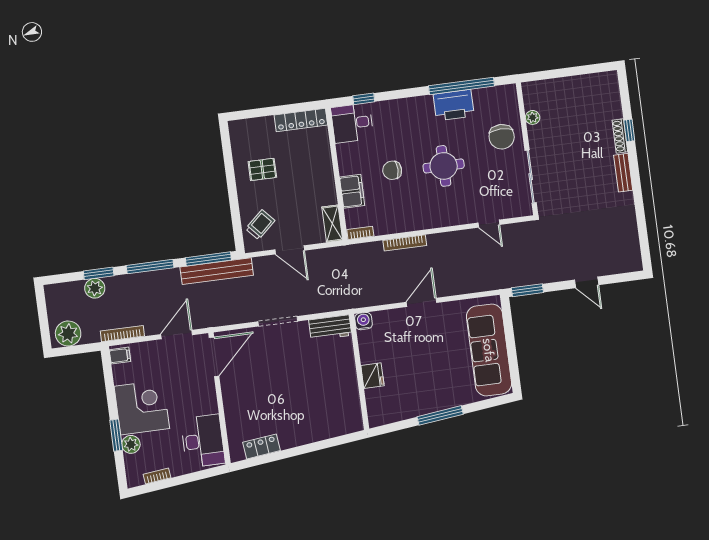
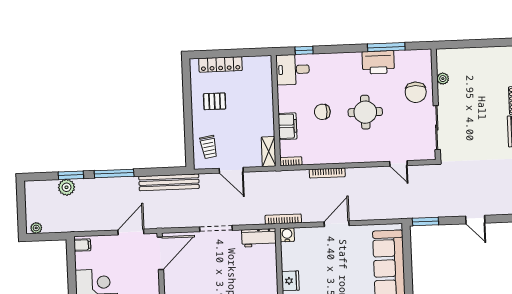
window: (462, 86) -> (386, 47), width x0.68
locker: (301, 120) -> (220, 64), moved
trolley: (260, 225) -> (209, 147), turned 123
window: (208, 259) -> (163, 171), removed
plant: (68, 334) -> (36, 228), width x0.53, depth x0.53
bookcase: (122, 334) -> (283, 219), moved

